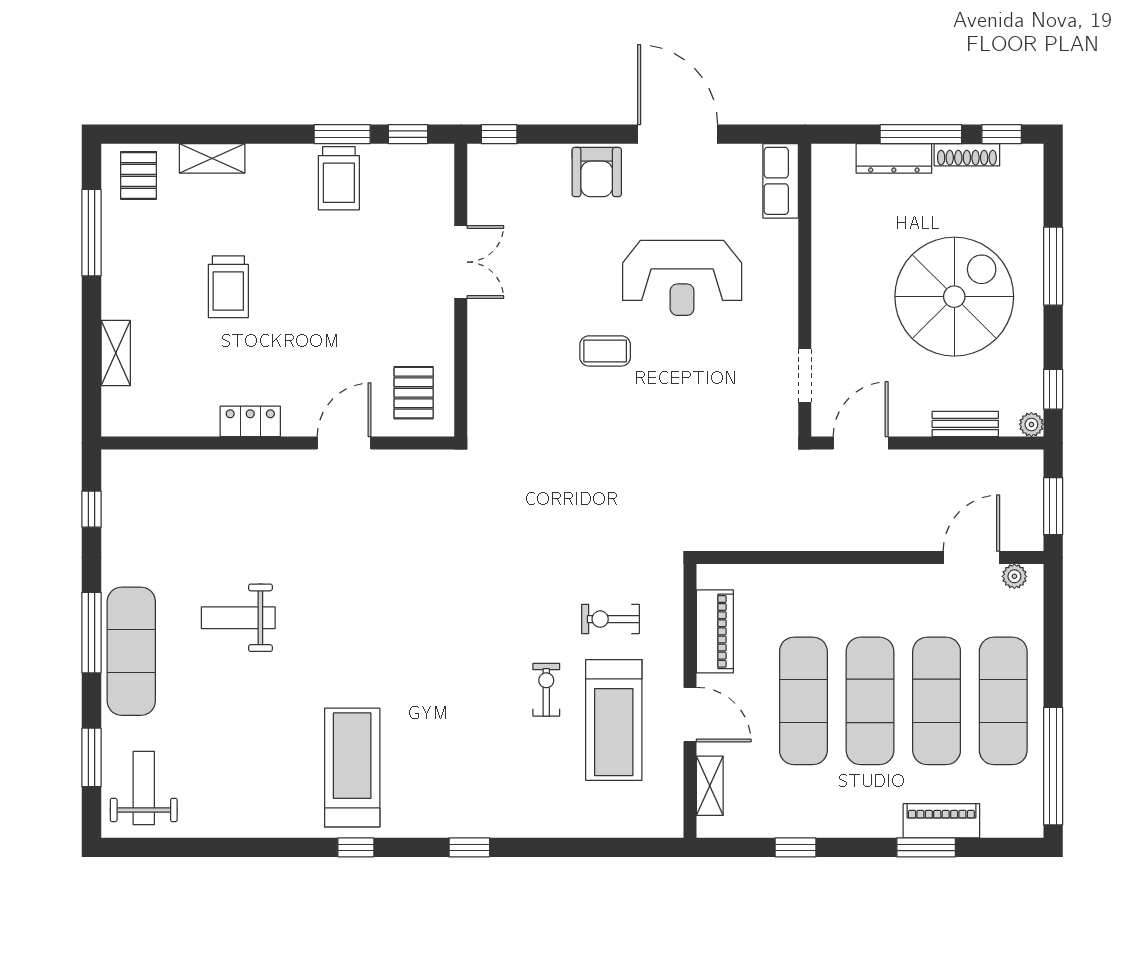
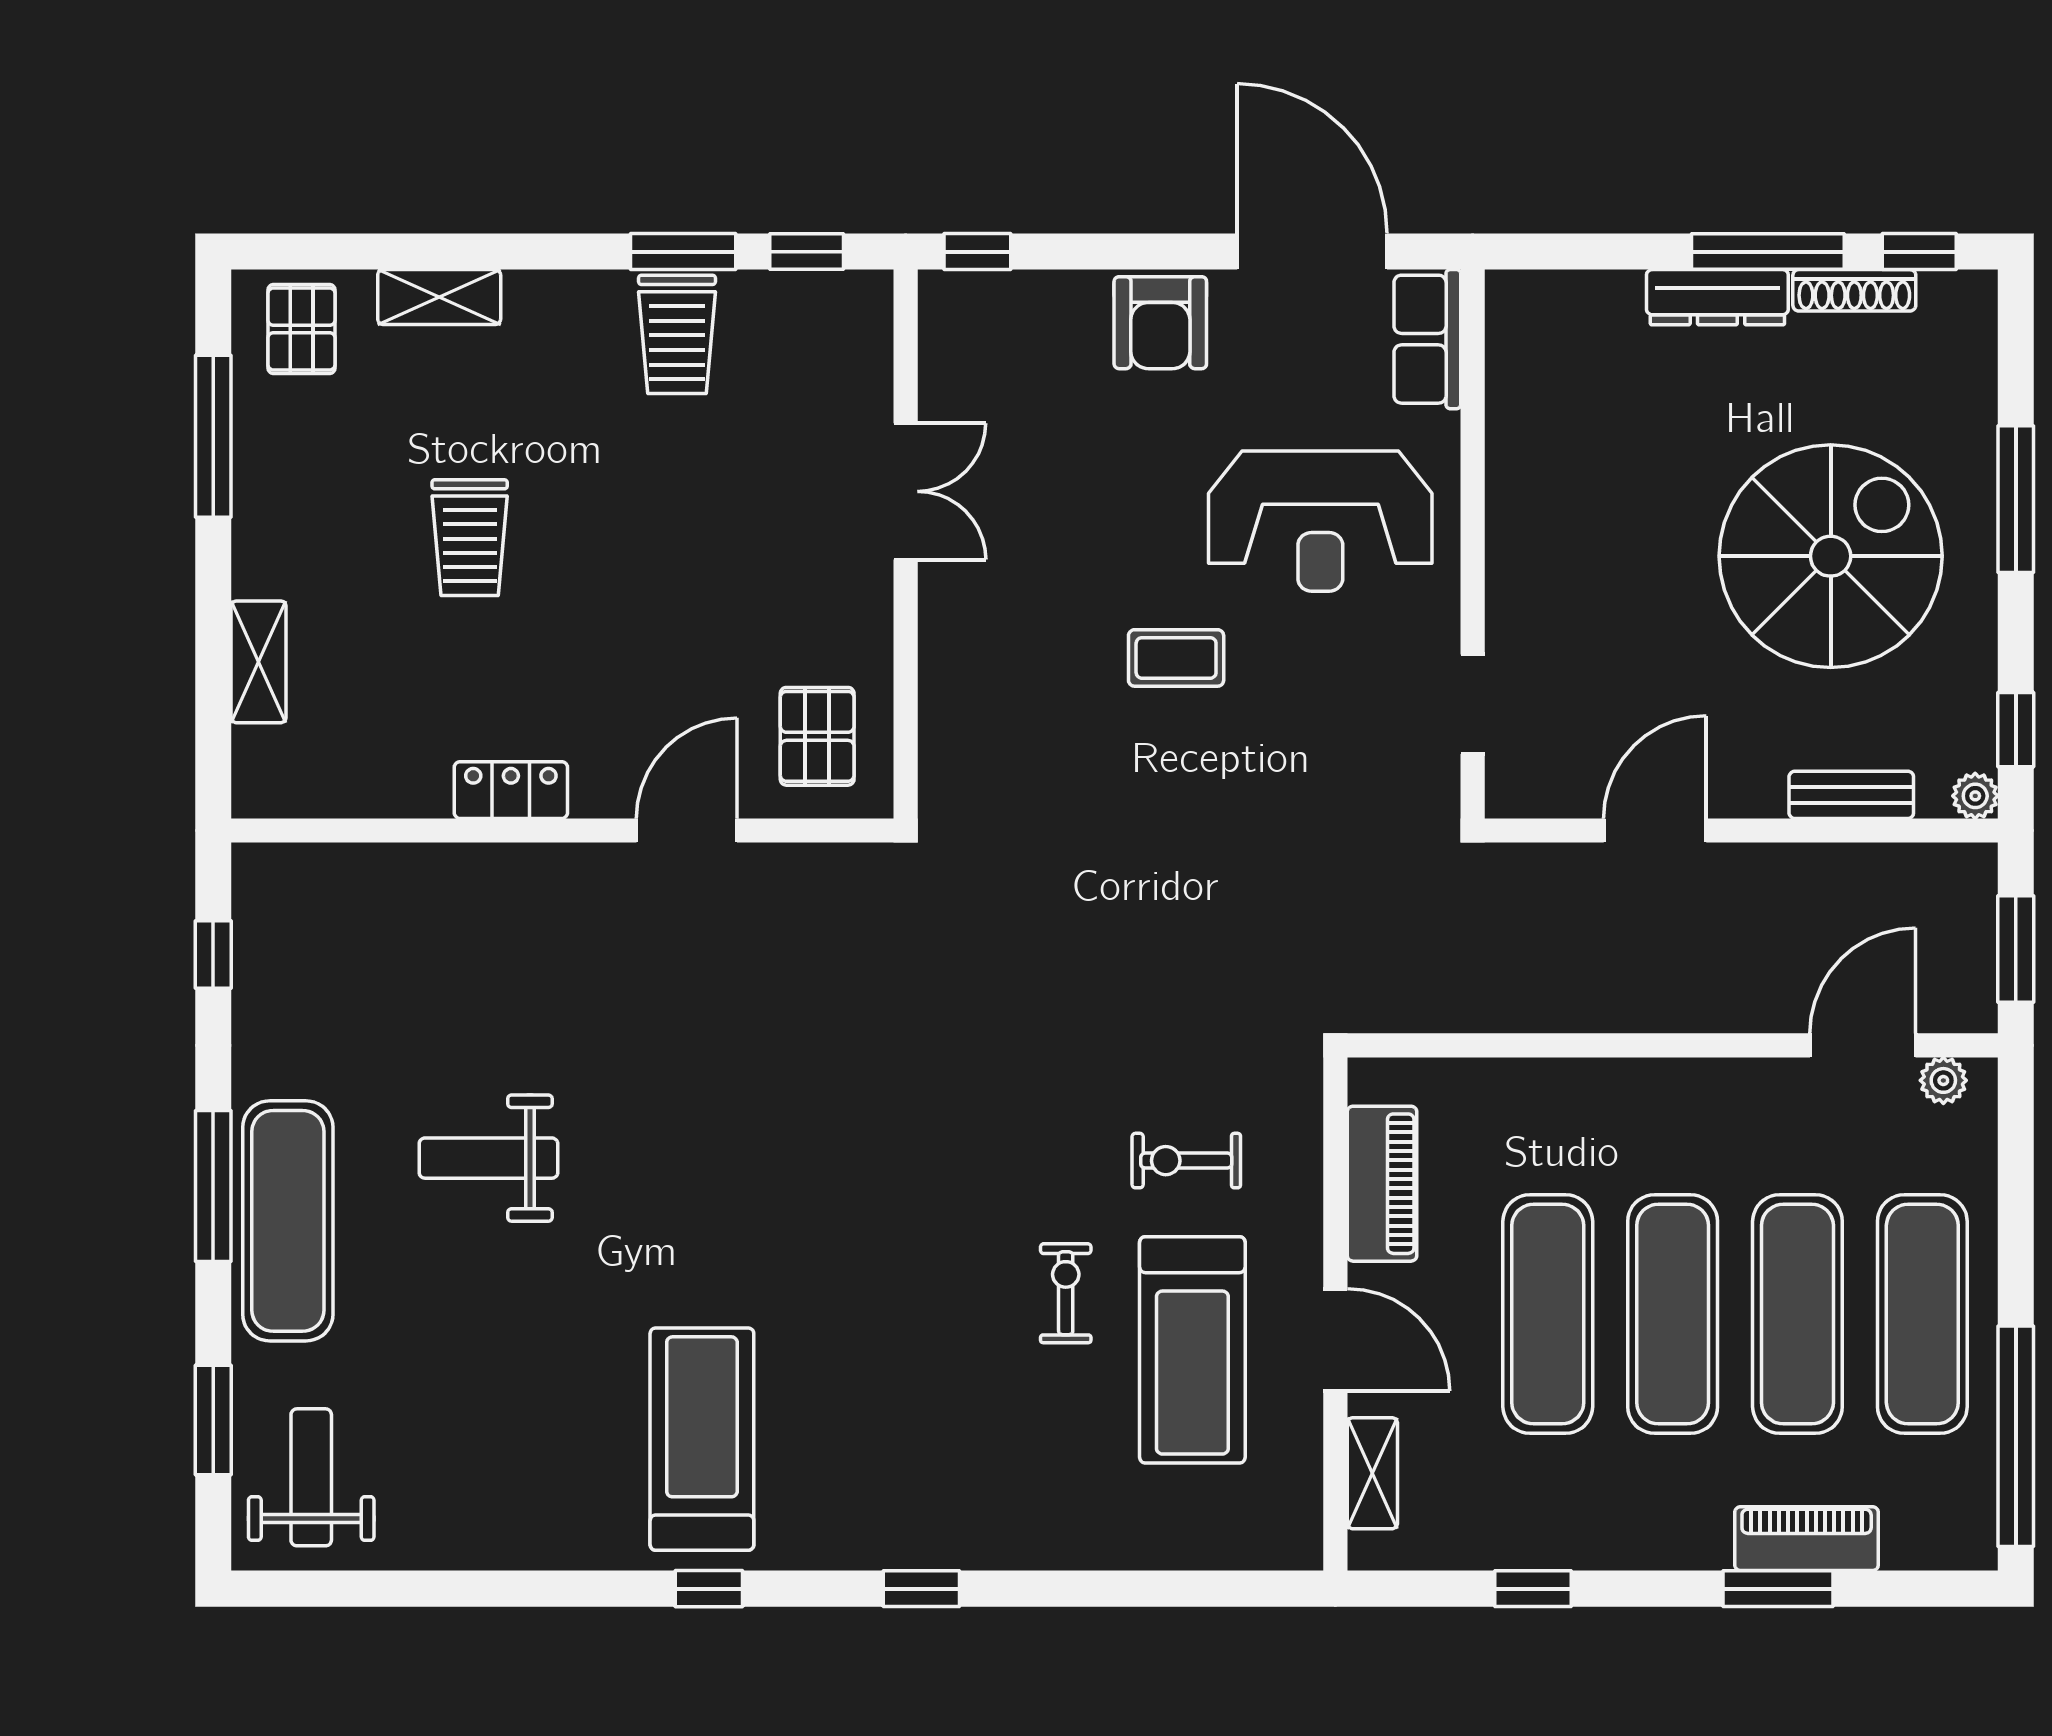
row of seats: (781, 181) -> (1427, 339), moved
wall: (805, 290) -> (1473, 544), moved
doorway: (805, 376) -> (1473, 704), moved

